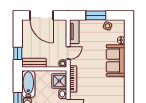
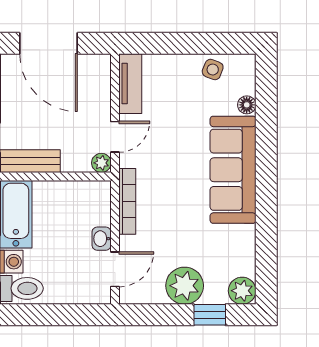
window: (96, 15) -> (184, 43), removed
sofa: (116, 60) -> (233, 170), width x1.36
shower: (59, 81) -> (93, 207), removed

